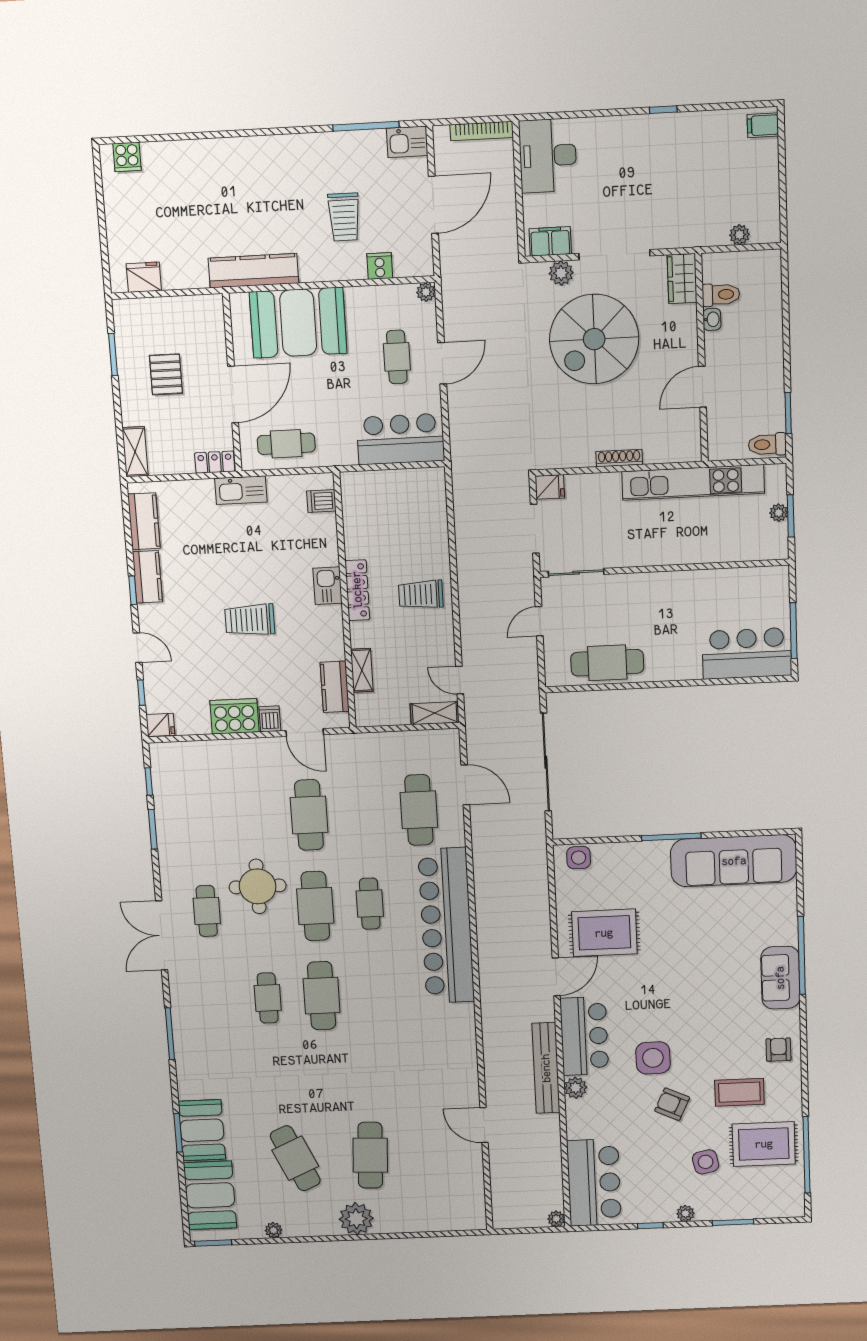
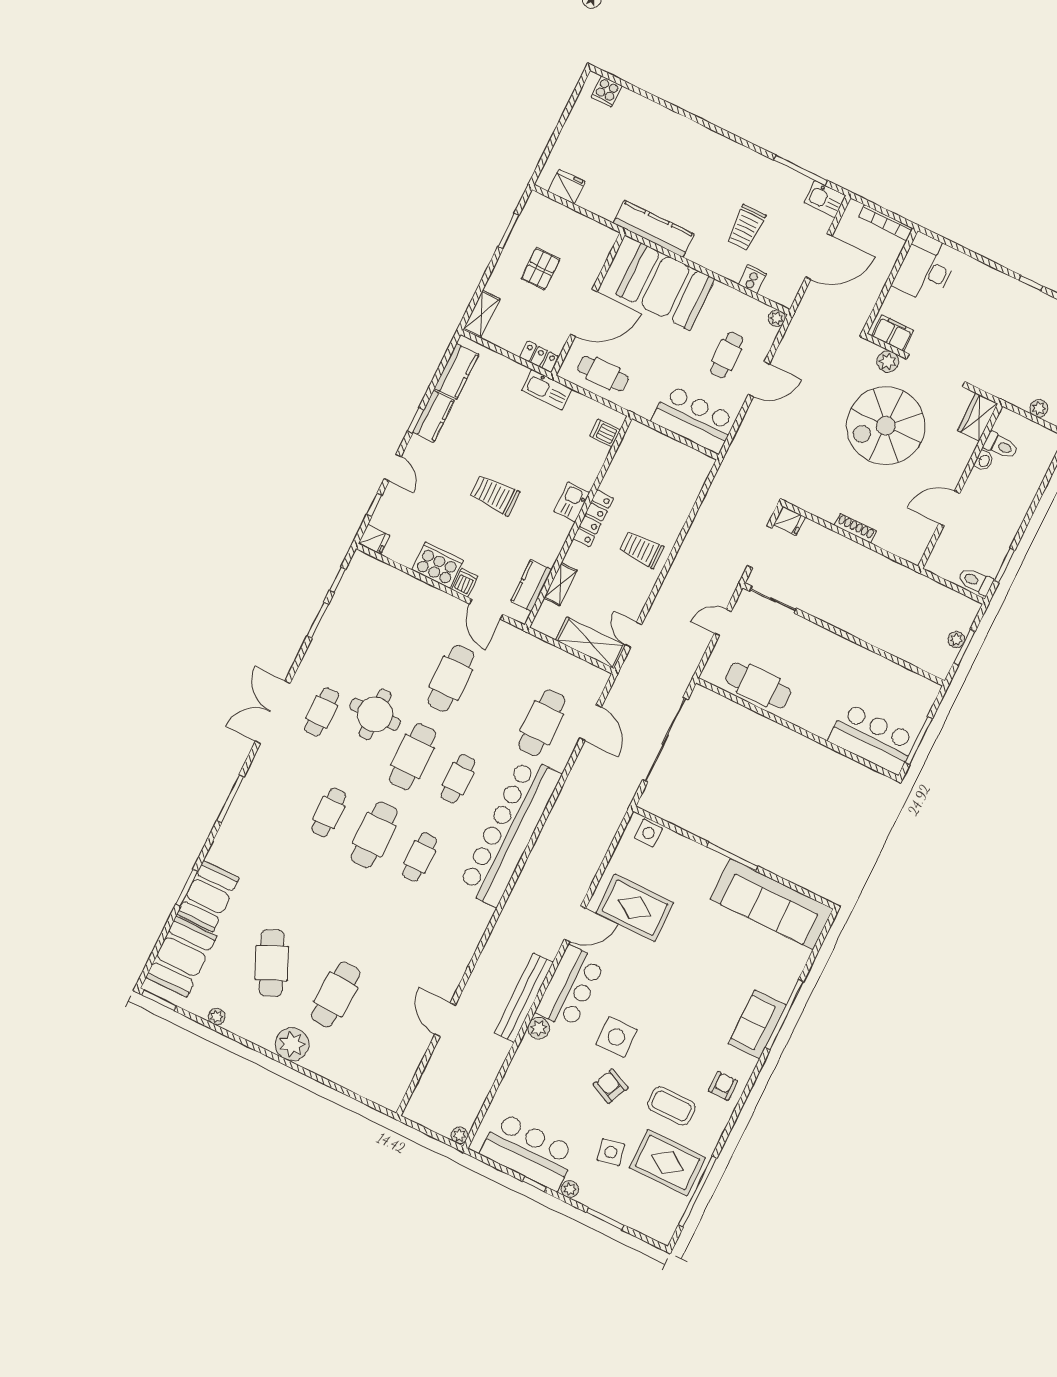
kitchen unit: (693, 482) -> (903, 579), removed
shelving: (435, 713) -> (590, 643), width x1.50, depth x1.33
cafe table: (376, 993) -> (420, 857), added
bar counter: (594, 1183) -> (528, 1152), moved, turned -90

